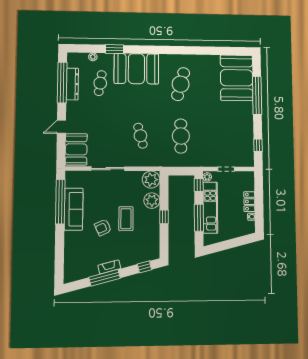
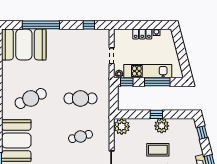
cafe table: (181, 84) -> (31, 98), turned -39
plant: (152, 201) -> (162, 126), moved

